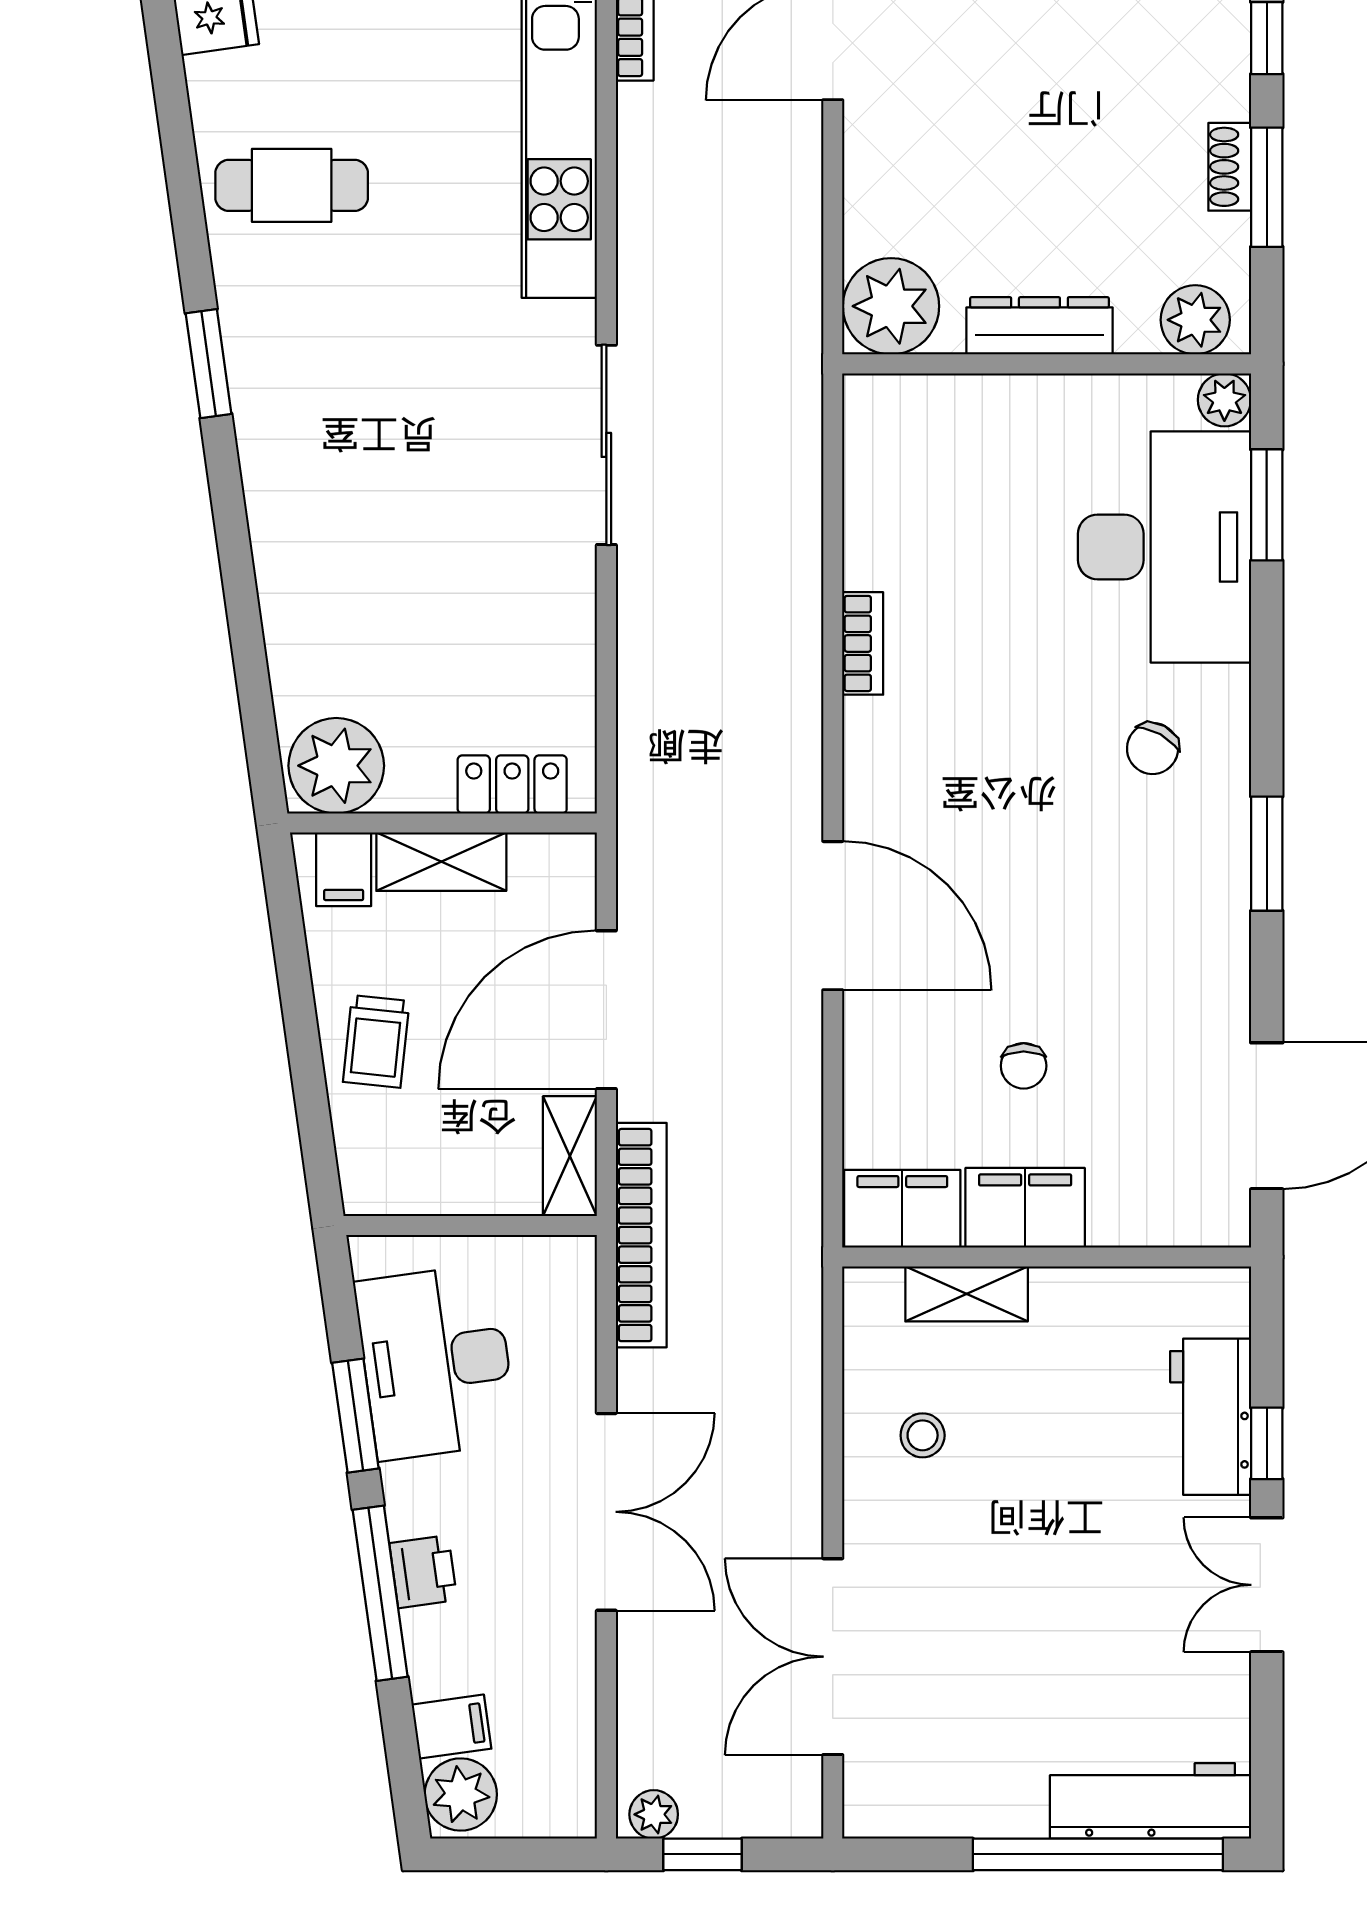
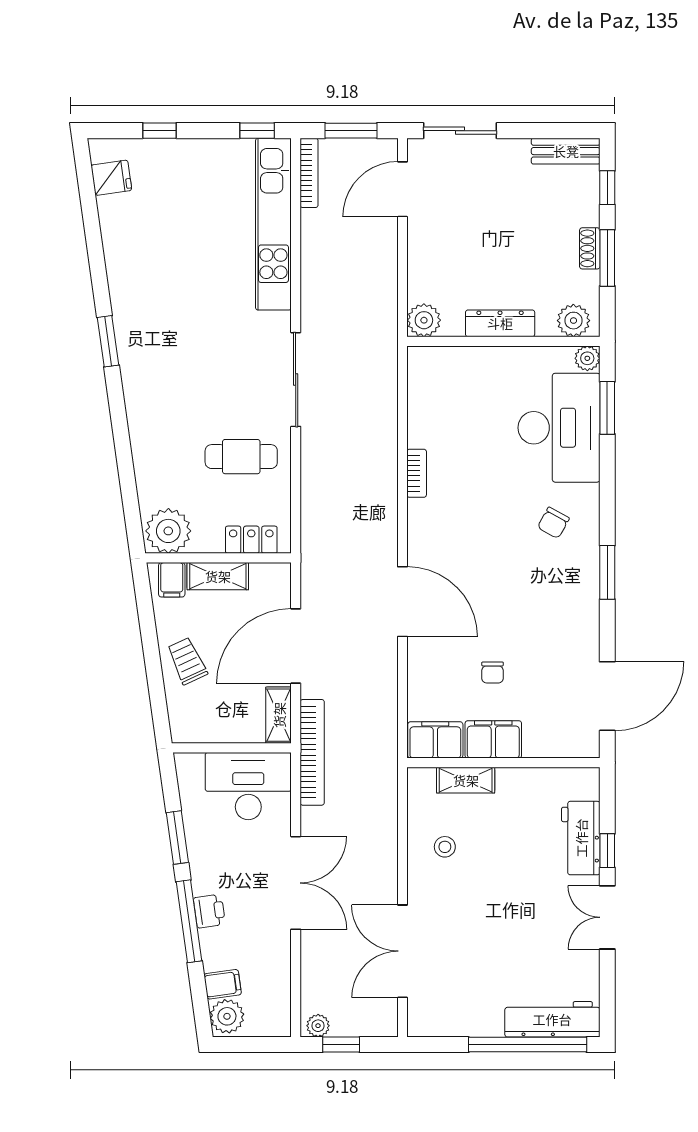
cafe table: (292, 185) -> (241, 457), moved
plant: (891, 306) -> (424, 320), width x0.73, depth x0.73
trolley: (376, 1041) -> (187, 661), turned 149
desk: (436, 1362) -> (248, 786), moved, turned 98

